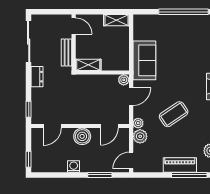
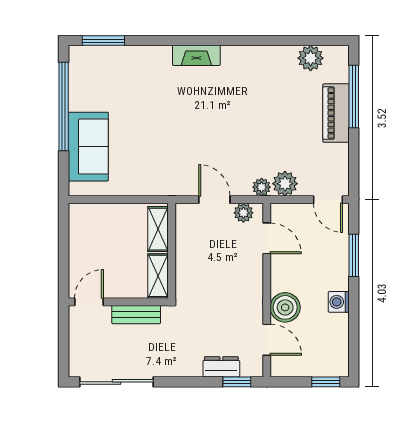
shelving: (116, 20) -> (158, 229), moved
sofa: (144, 60) -> (88, 147), moved, turned 90
dresser: (37, 77) -> (221, 367), moved
plant: (124, 80) -> (243, 213), moved
coffee table: (174, 114) -> (246, 124), removed
boiler: (82, 136) -> (285, 307), moved

